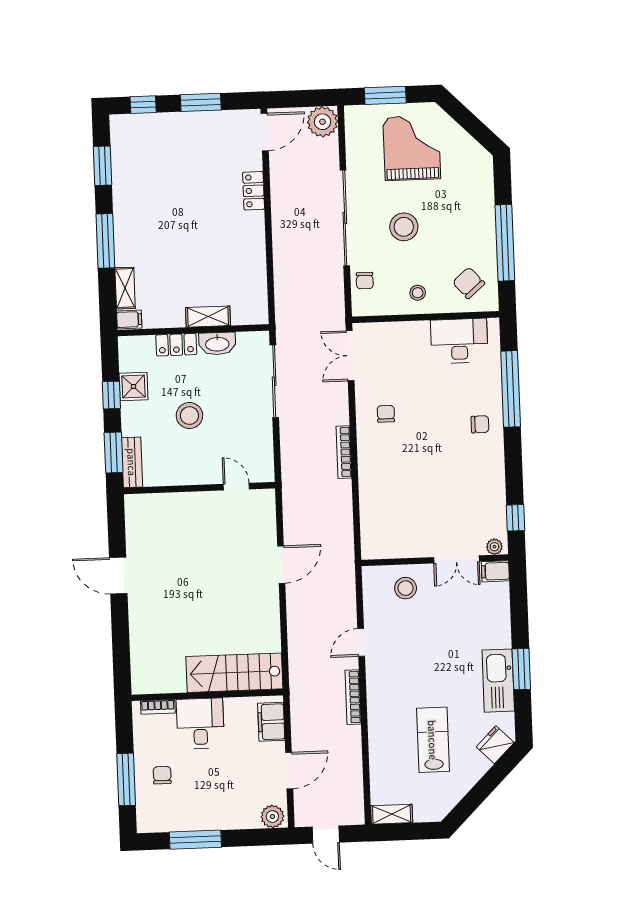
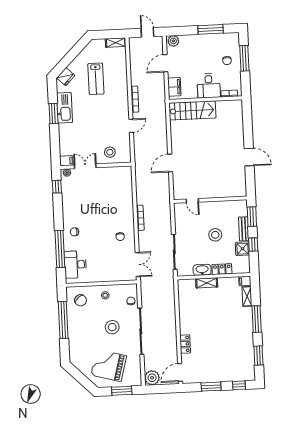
grand piano: (412, 148) -> (109, 365), turned 105
desk: (459, 341) -> (75, 265), moved, turned 90
bench: (132, 462) -> (244, 229), moved

